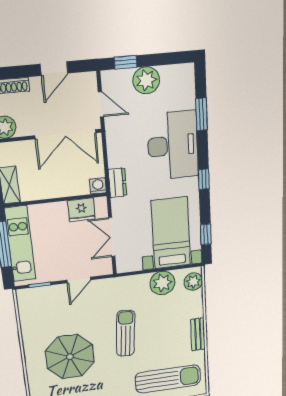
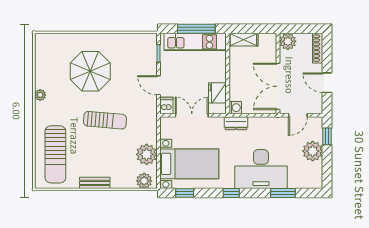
dishwasher: (102, 268) -> (166, 105), added

